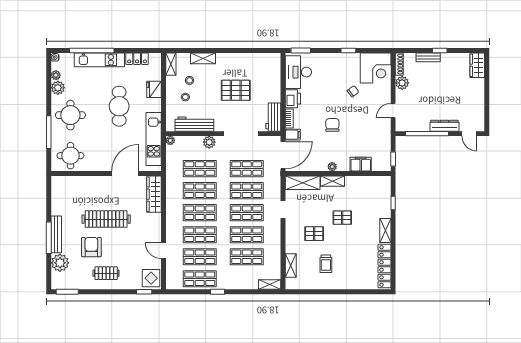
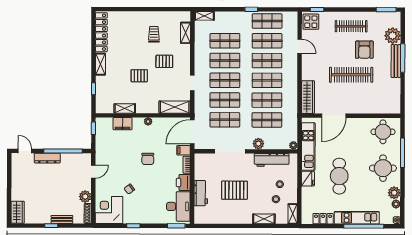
fridge: (154, 89) -> (308, 179), moved
workbench: (273, 117) -> (201, 193), moved
shelving: (333, 181) -> (125, 108), moved
clothes rail: (106, 273) -> (351, 26), width x1.36

